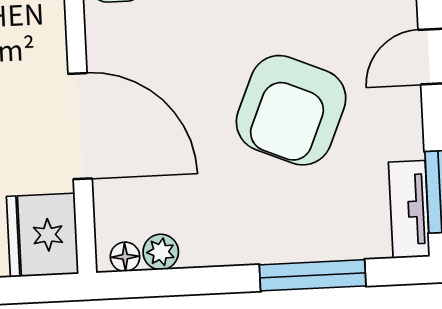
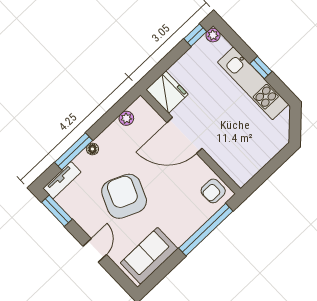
tv unit: (409, 209) -> (62, 180), moved, turned 90
floor lamp: (125, 257) -> (92, 149), moved

